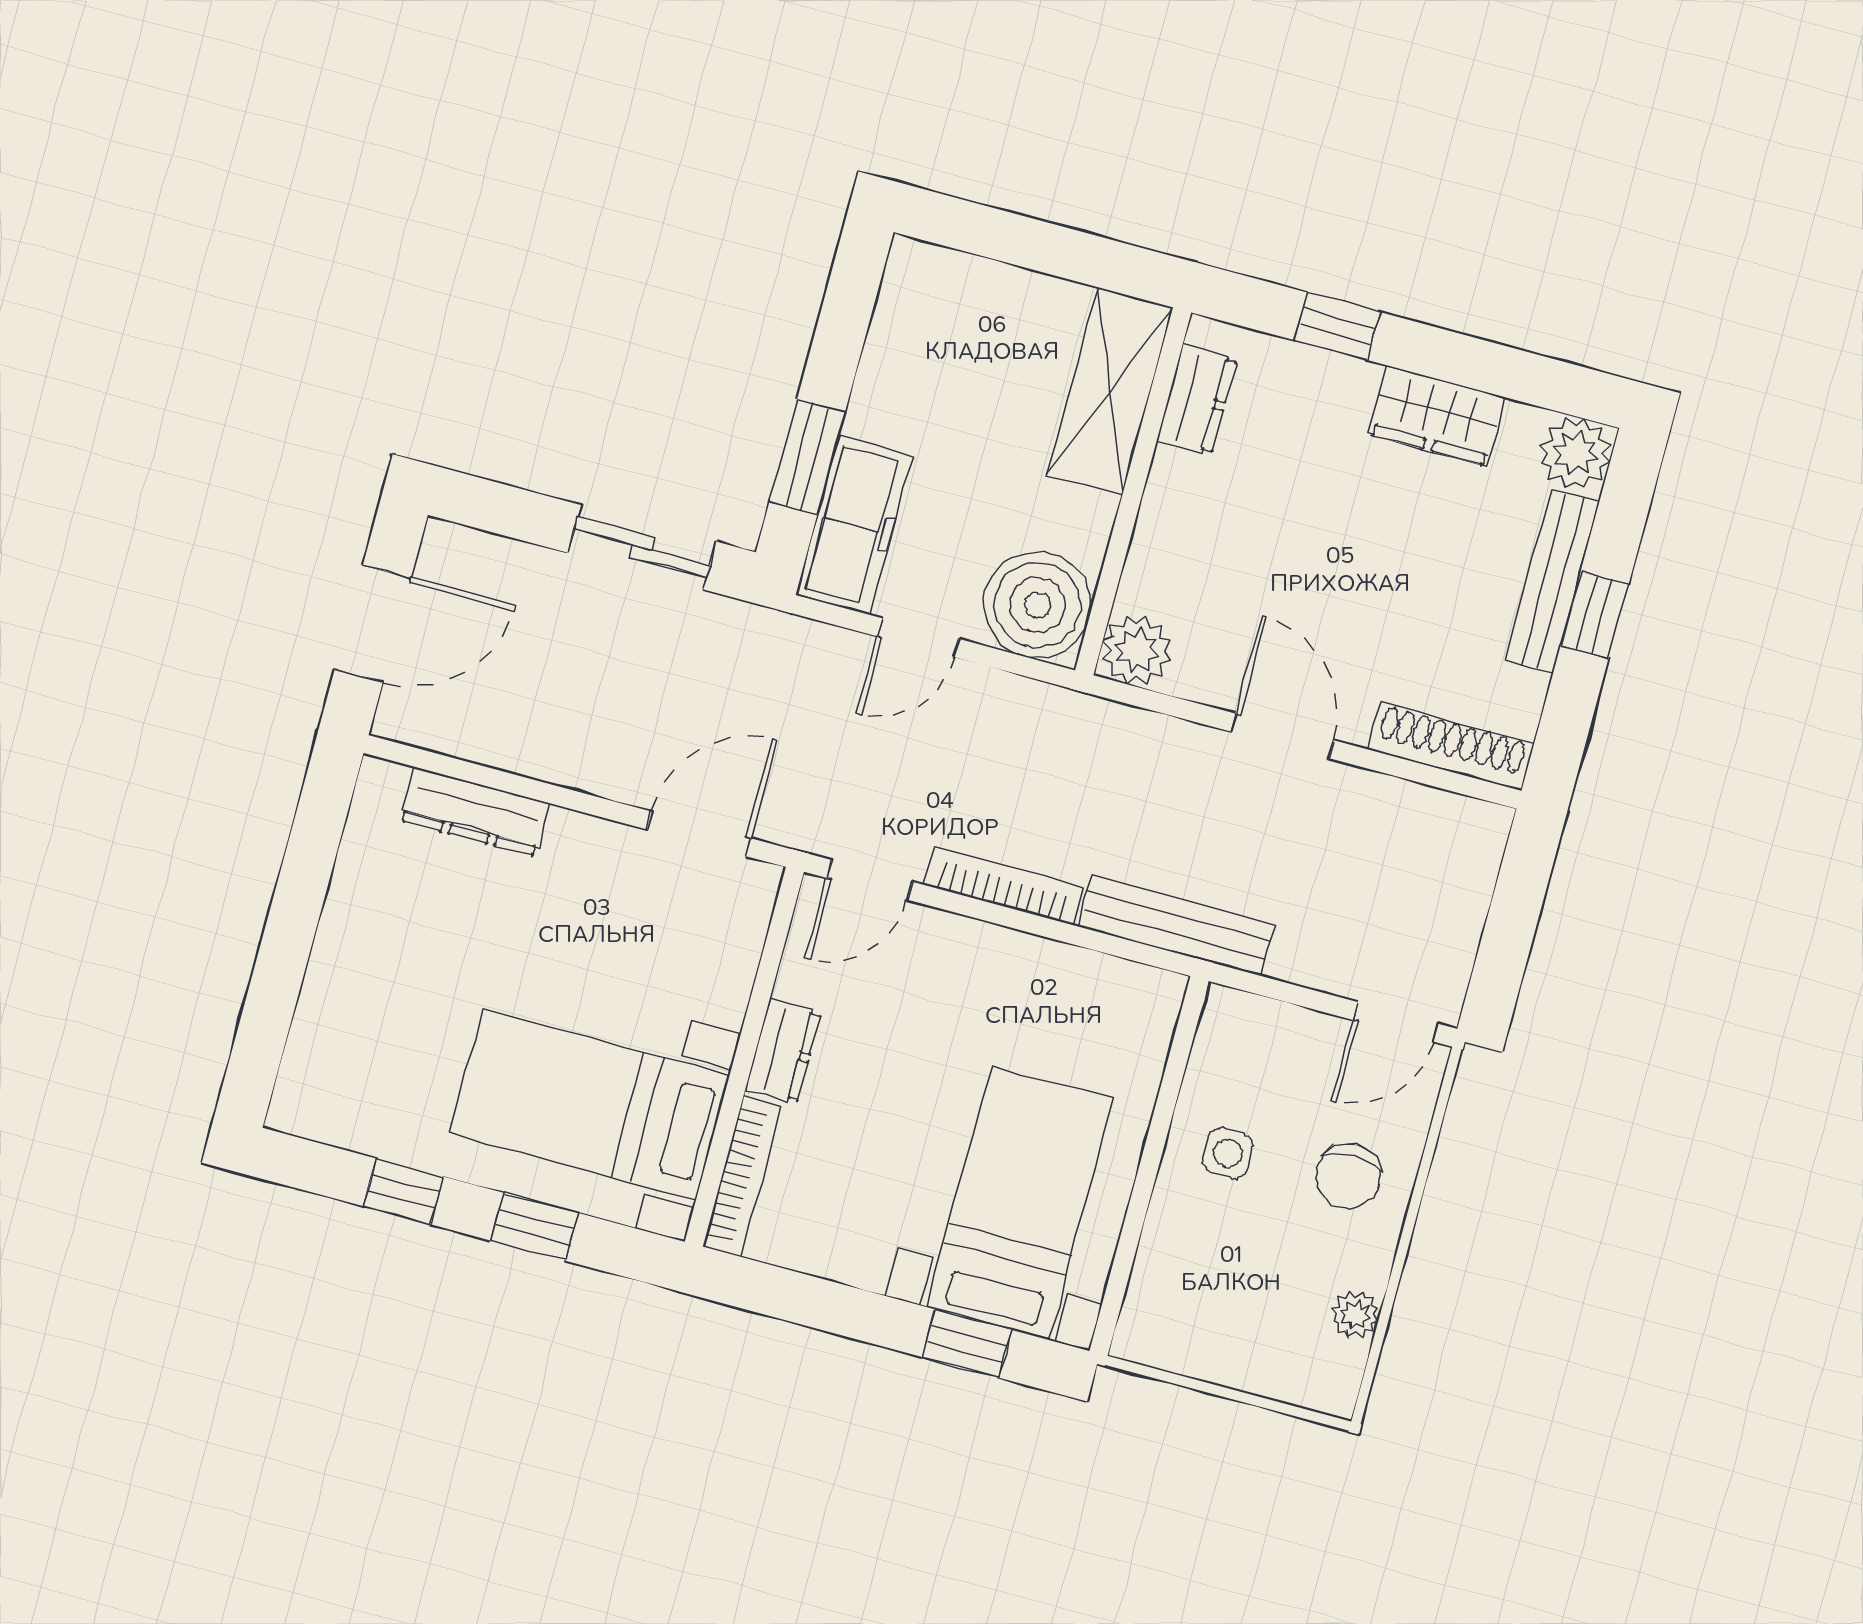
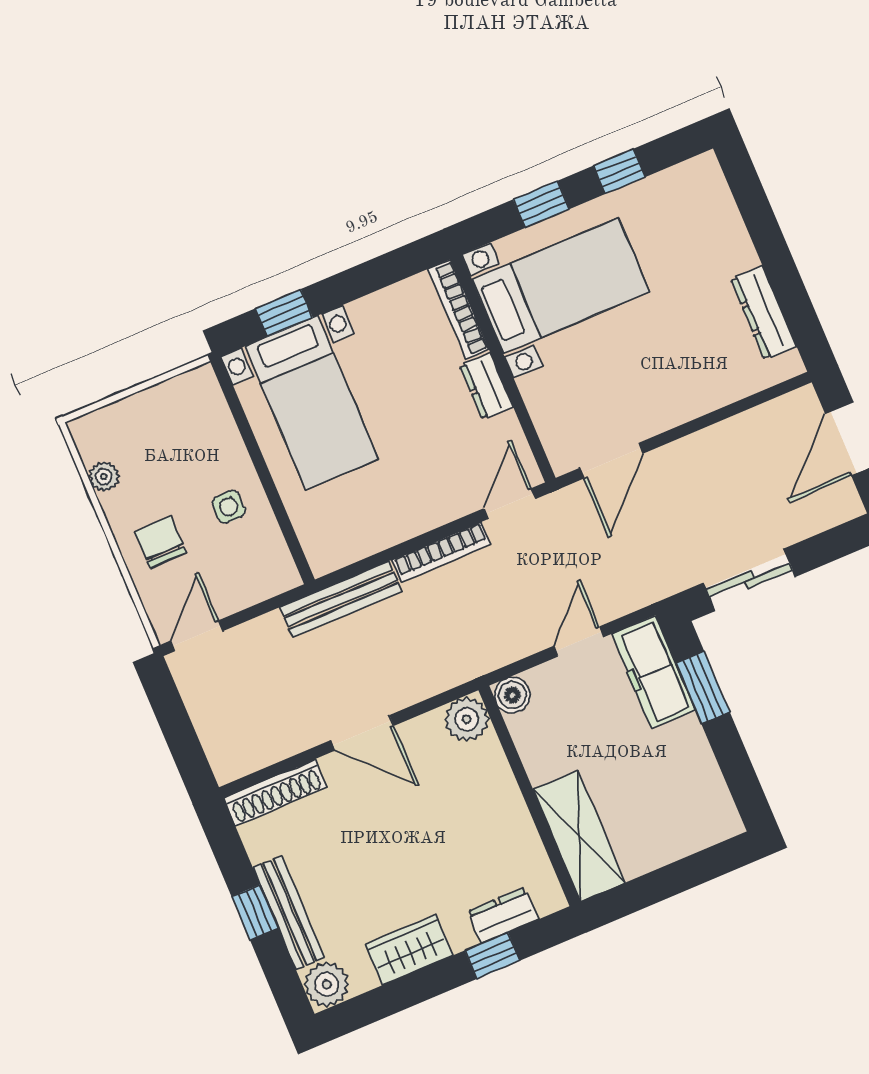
dresser: (1197, 399) -> (503, 915), moved, turned 90
boiler: (1038, 605) -> (512, 695), width x0.54, depth x0.54
dresser: (475, 812) -> (764, 313), moved, turned -90

